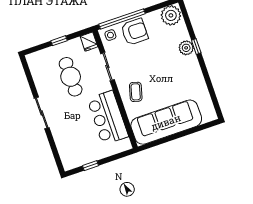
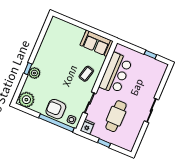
sofa: (166, 122) -> (97, 43), width x0.54, depth x0.79

